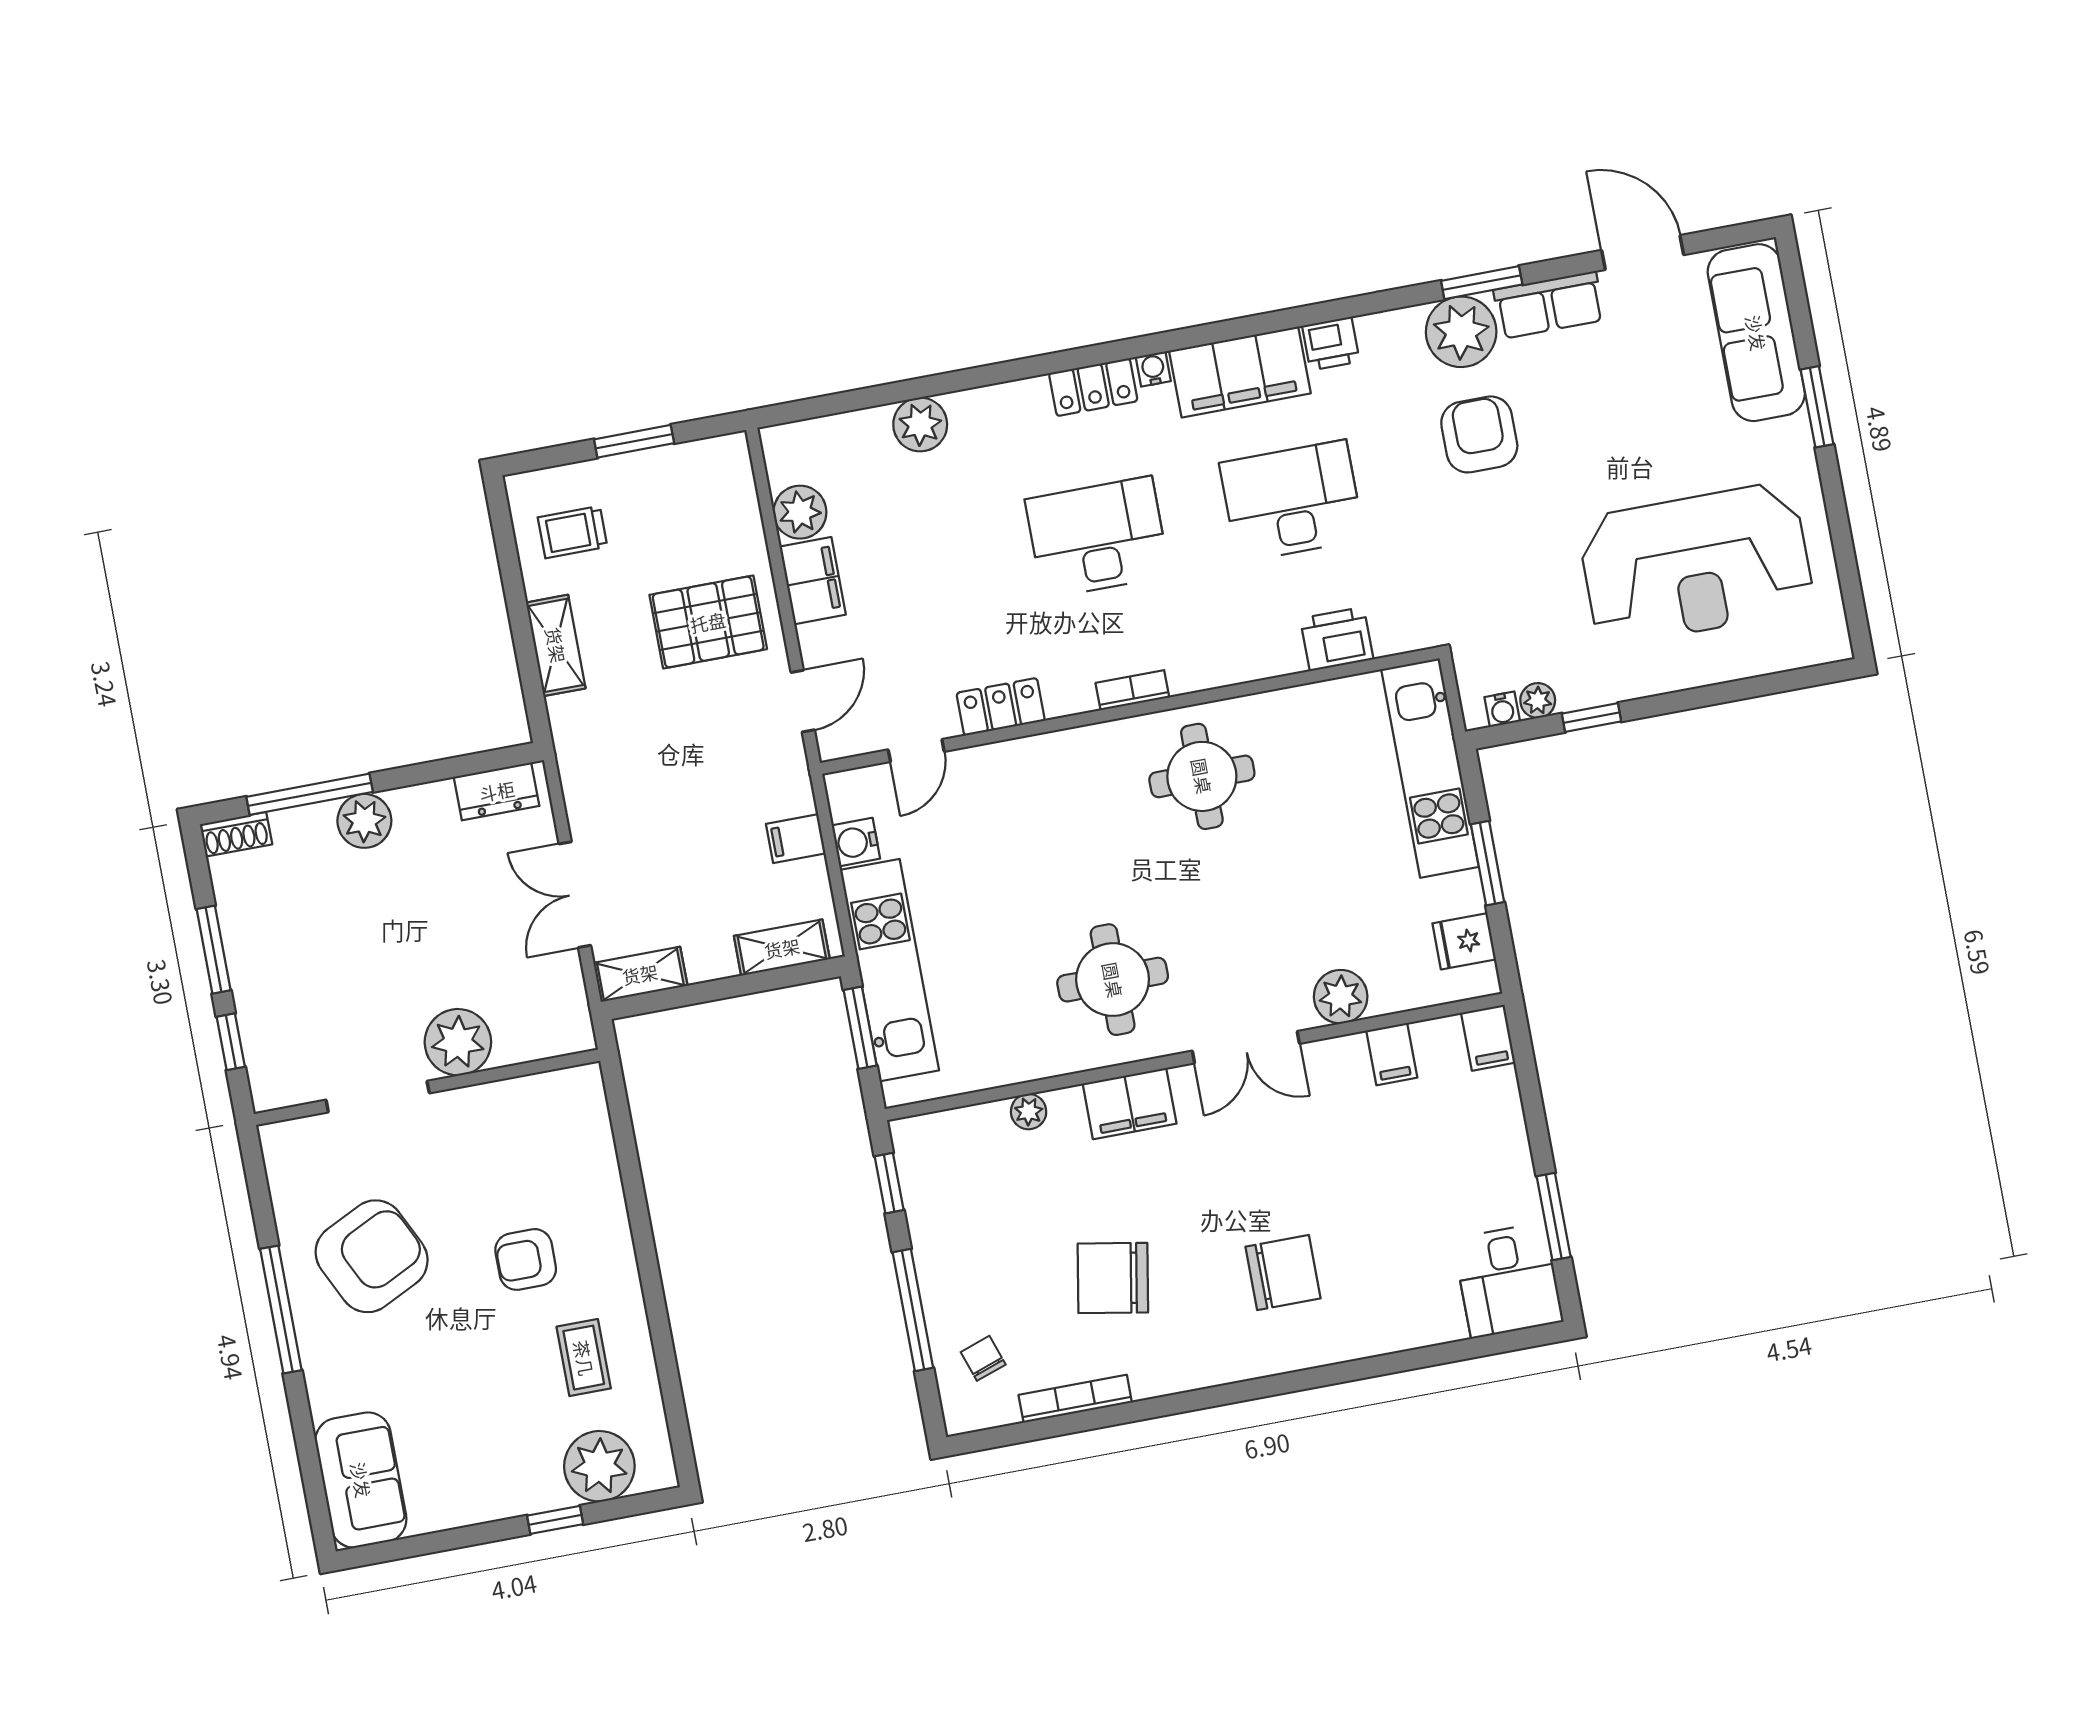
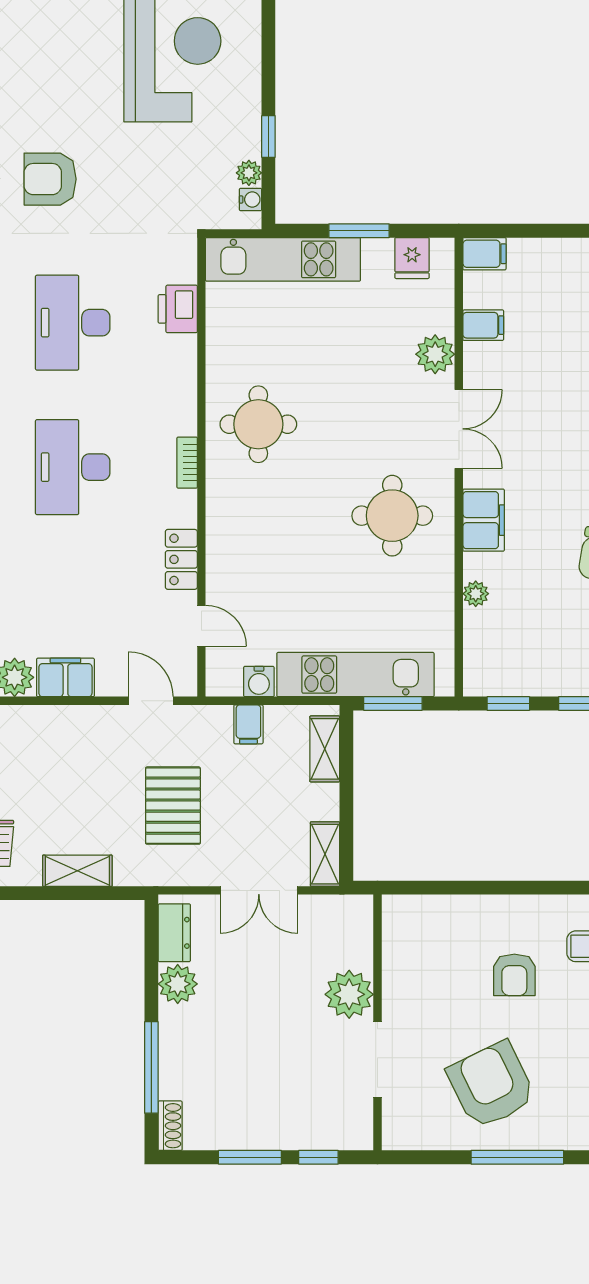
pallet: (708, 622) -> (173, 806), moved
plant: (364, 821) -> (178, 984), moved

